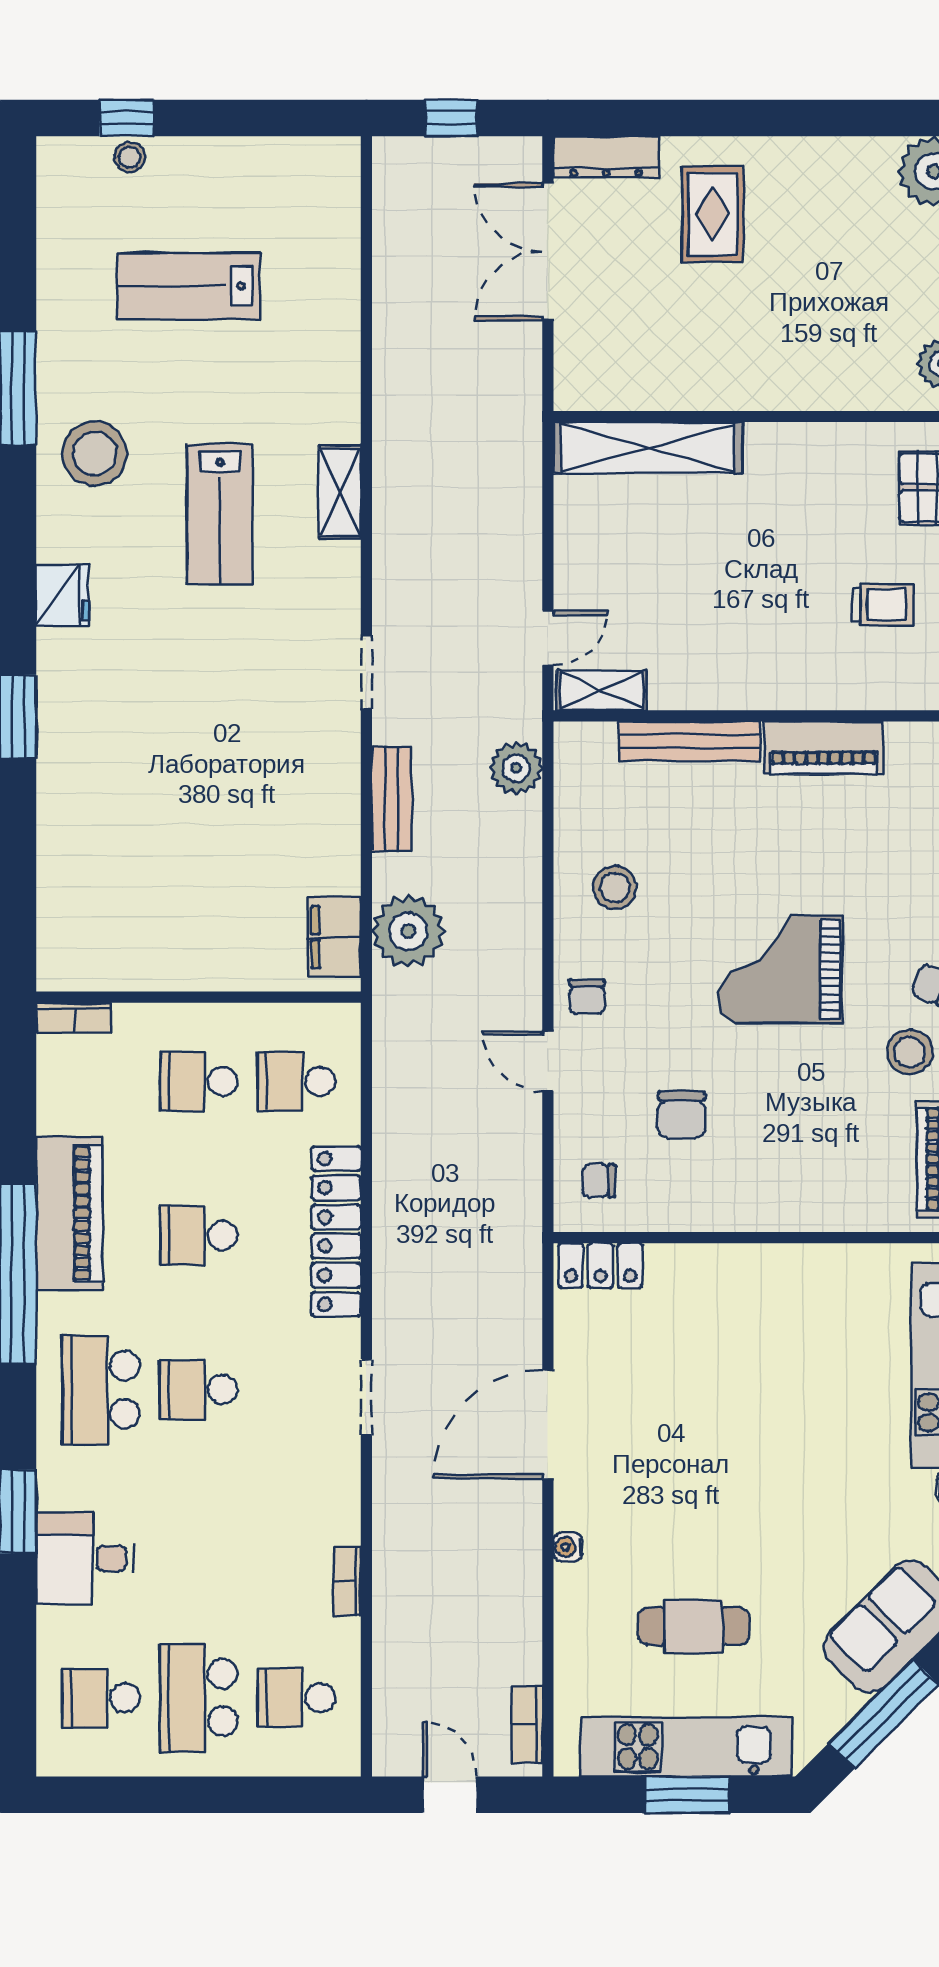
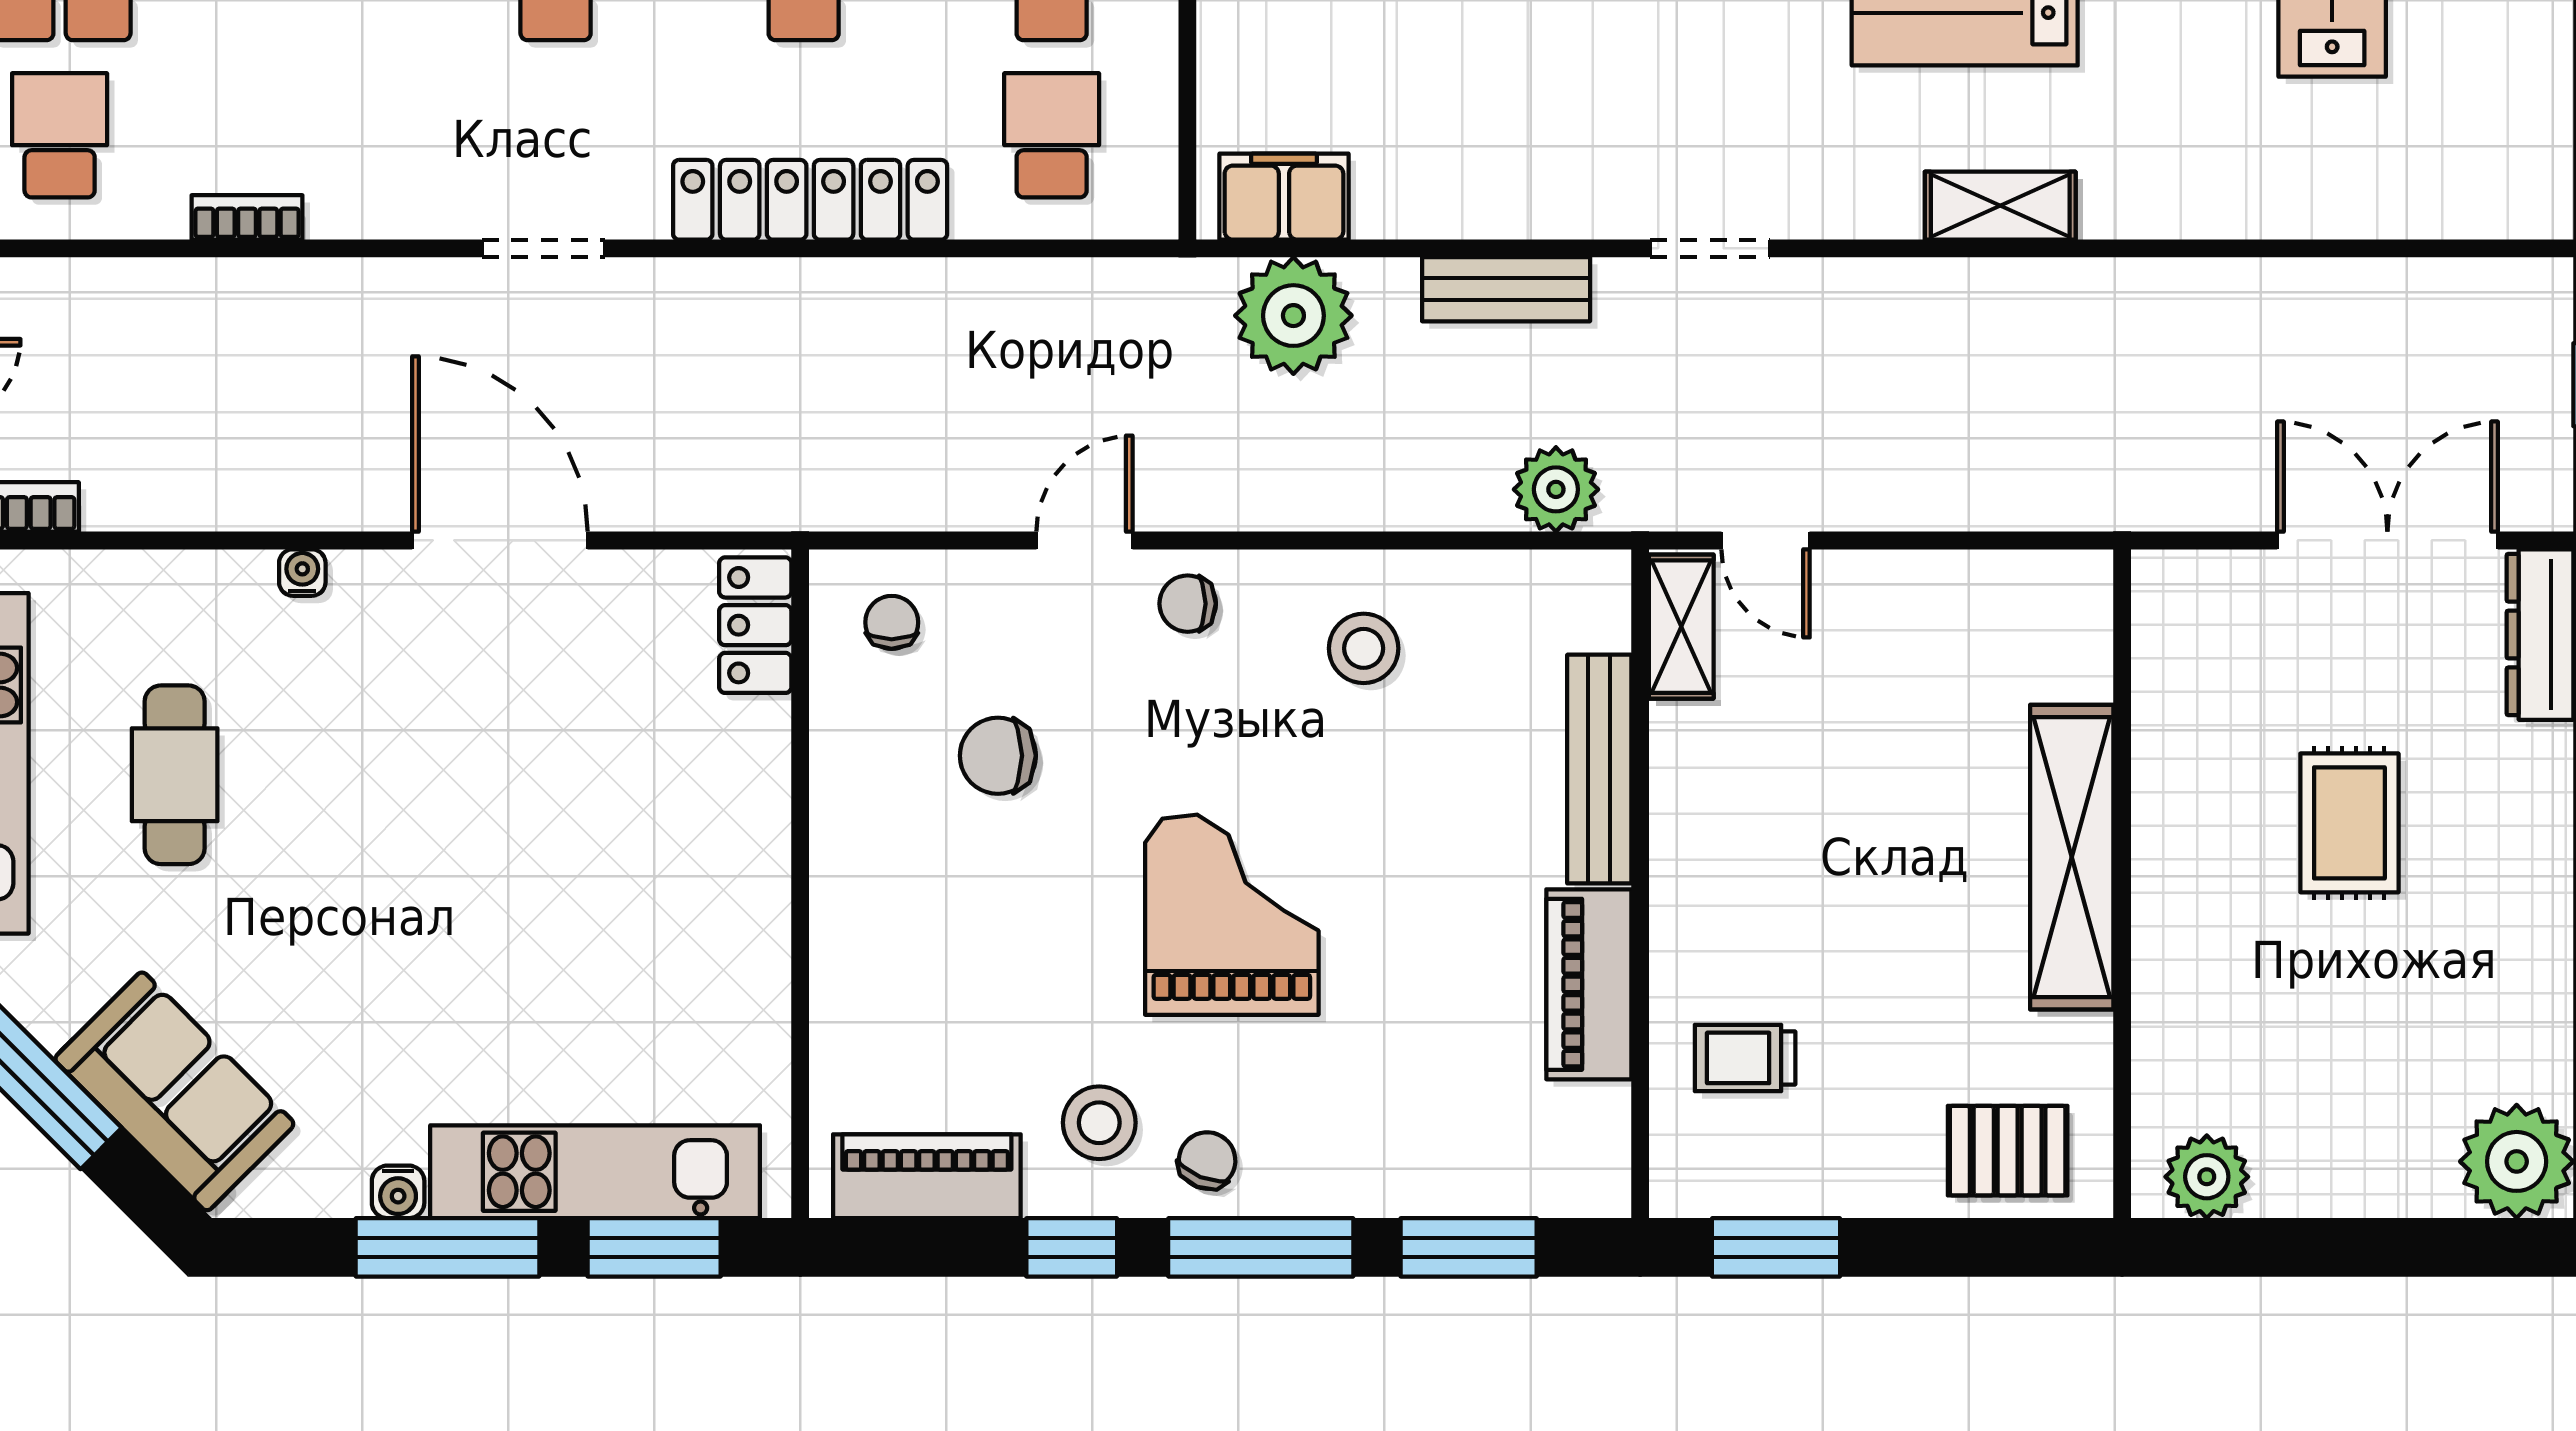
rug: (713, 214) -> (2349, 823), moved, turned 90
shelving: (648, 448) -> (2072, 857), moved
trolley: (883, 604) -> (1745, 1058), moved, turned 90

